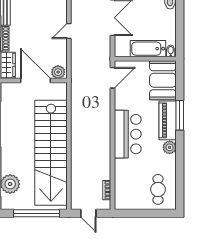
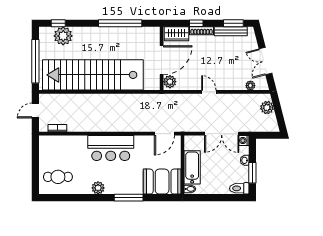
door: (113, 78) -> (164, 134), hinge flipped
piano: (168, 120) -> (124, 186), removed

